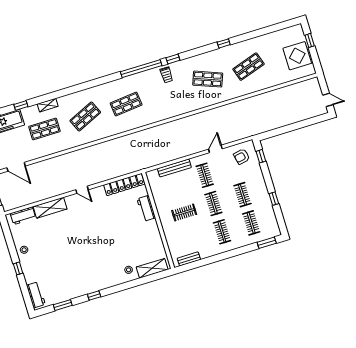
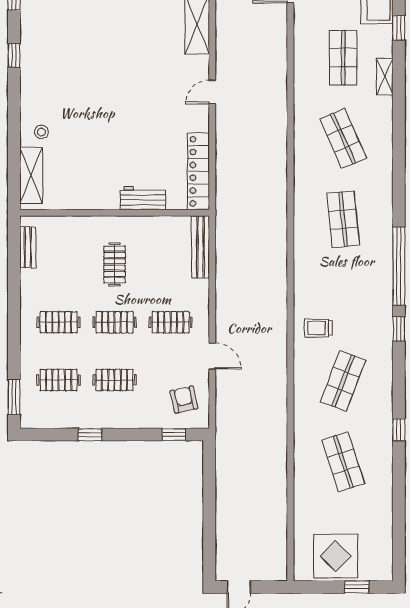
trolley: (166, 75) -> (318, 328), moved
bench: (174, 168) -> (201, 247), moved

